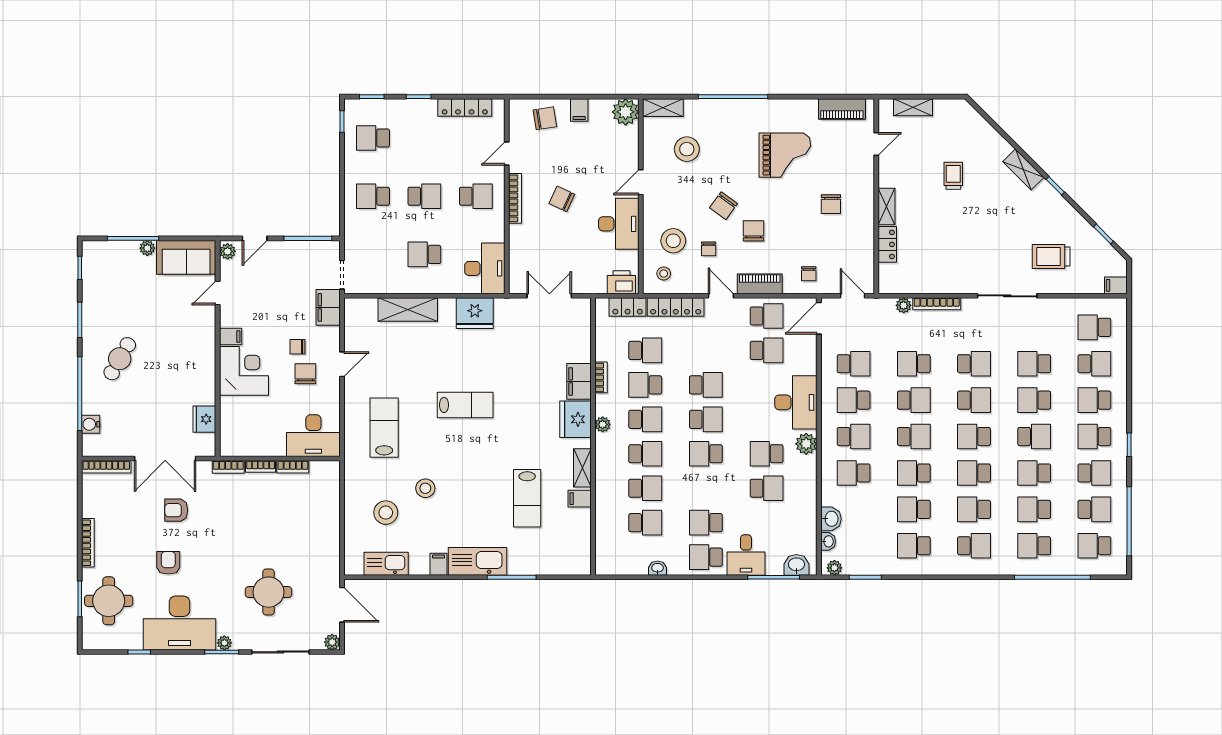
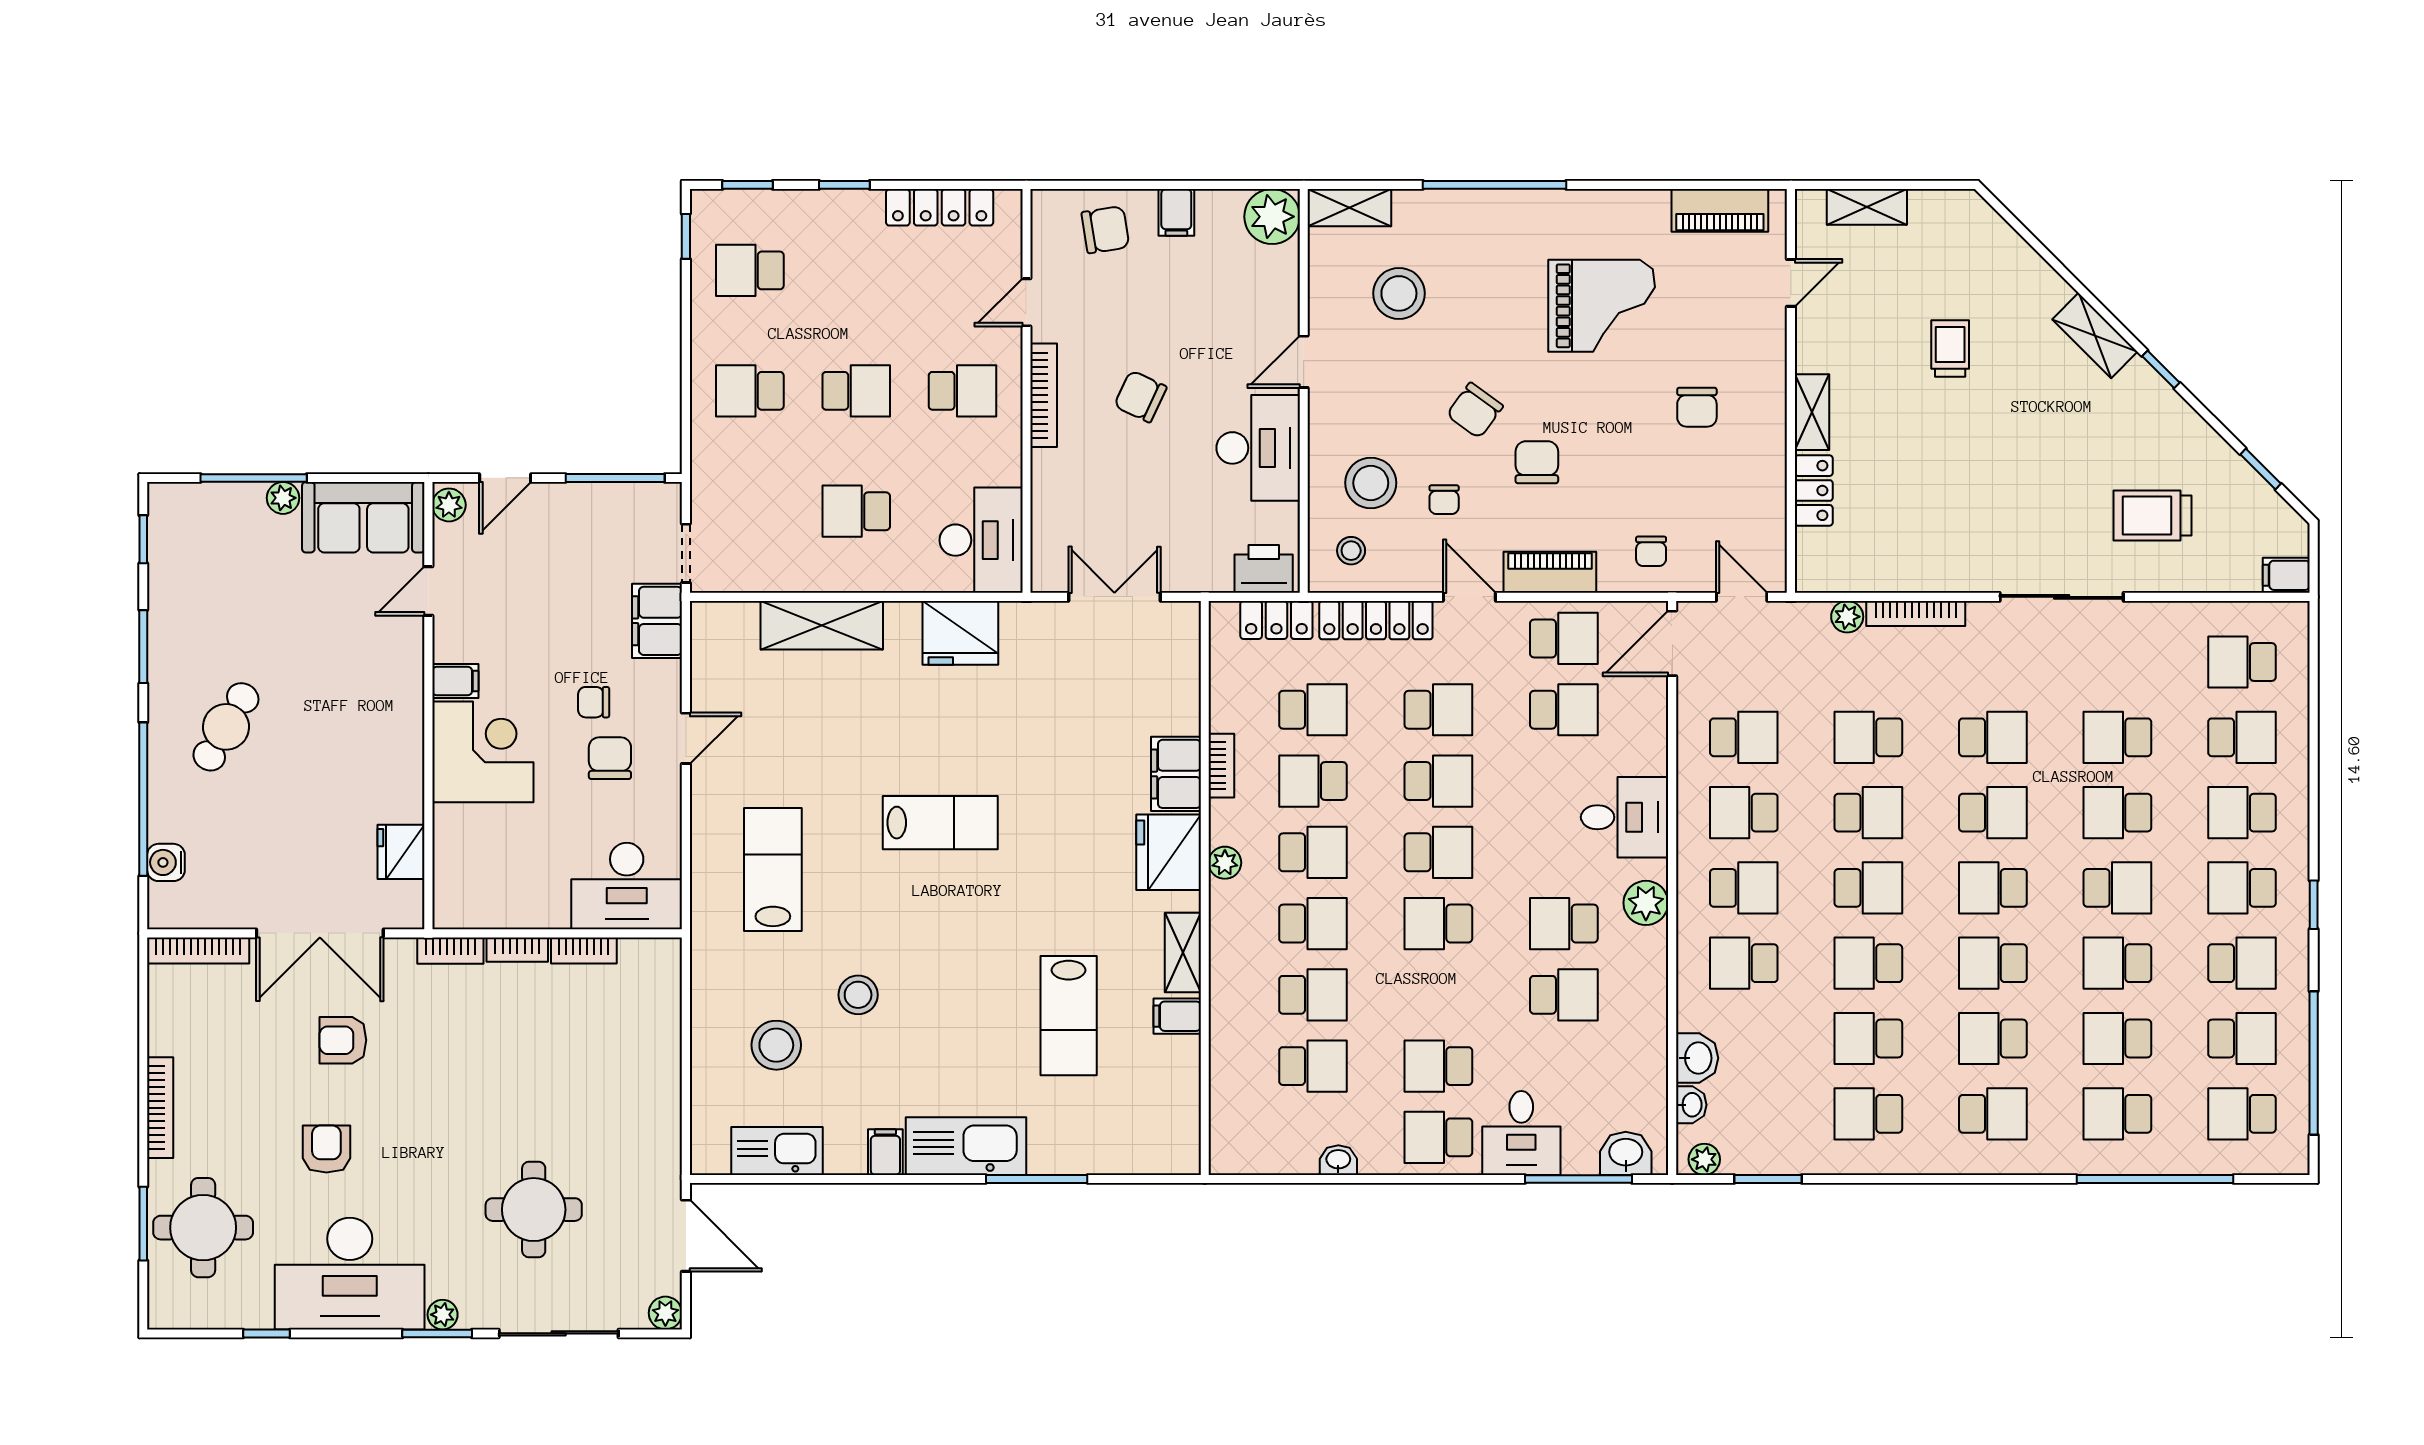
school desk: (706, 350) -> (1438, 710), added
desk: (796, 402) -> (1625, 817), width x0.73

